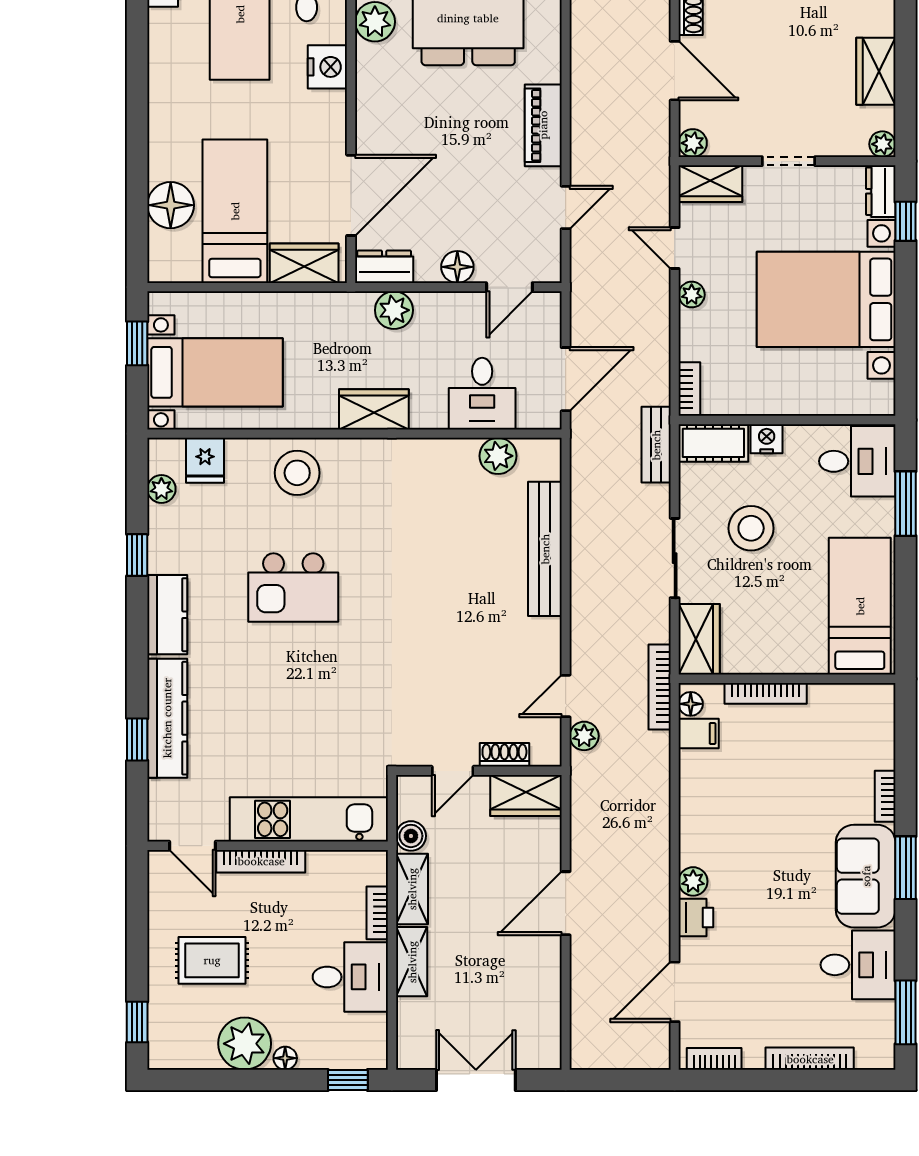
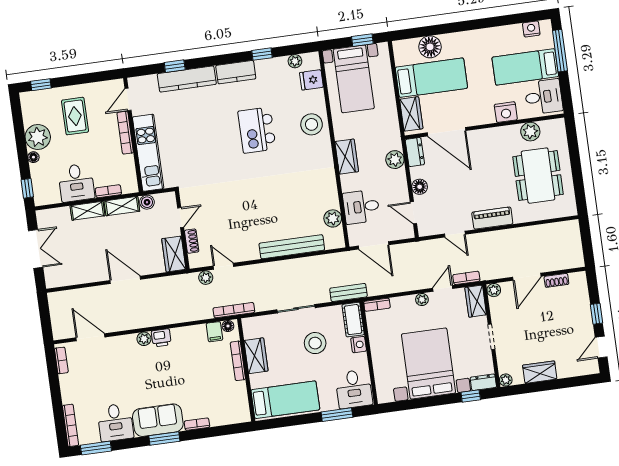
bookcase: (660, 196) -> (466, 278), added
wardrobe: (699, 639) -> (256, 356), moved, turned -90
door: (453, 771) -> (181, 218), swing flipped
printer: (696, 917) -> (161, 338), moved
bookcase: (810, 1059) -> (71, 425), moved

